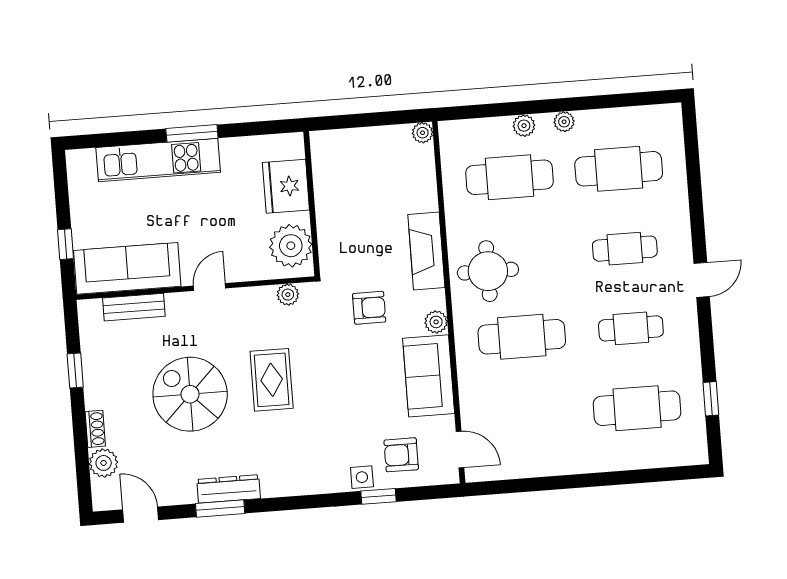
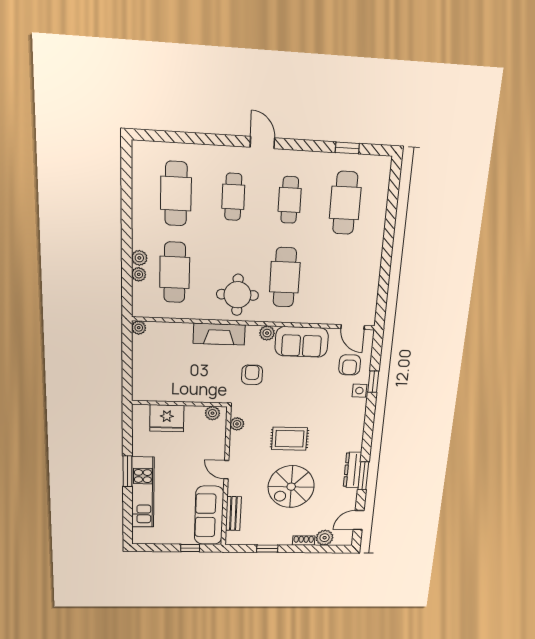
plant: (564, 122) -> (139, 274), moved
plant: (291, 246) -> (212, 413), width x0.53, depth x0.53
door: (460, 449) -> (353, 327), swing flipped

